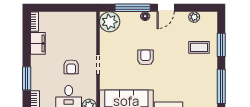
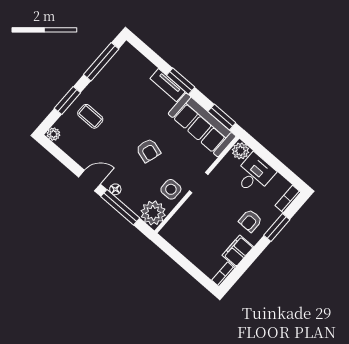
plant: (194, 17) -> (53, 134), moved
side table: (111, 46) -> (171, 189), added
armchair: (146, 57) -> (148, 150), turned -73
armchair: (71, 67) -> (250, 221), moved, turned 180

